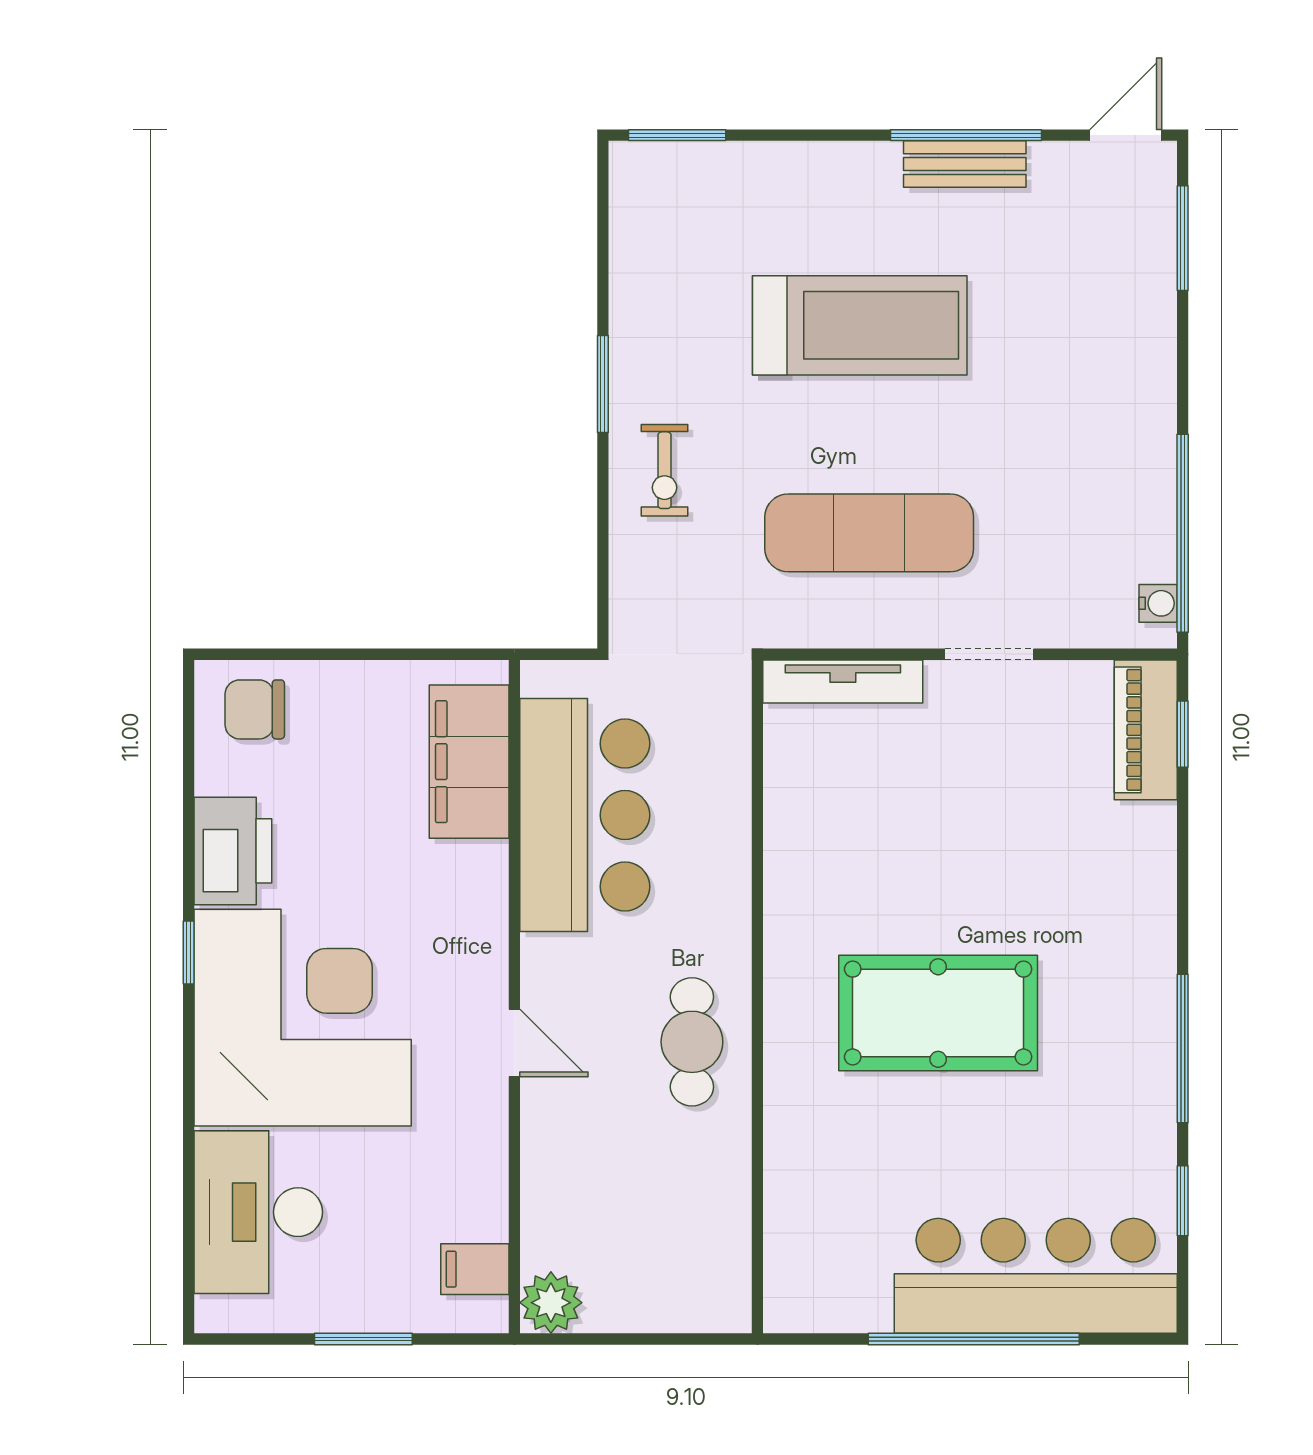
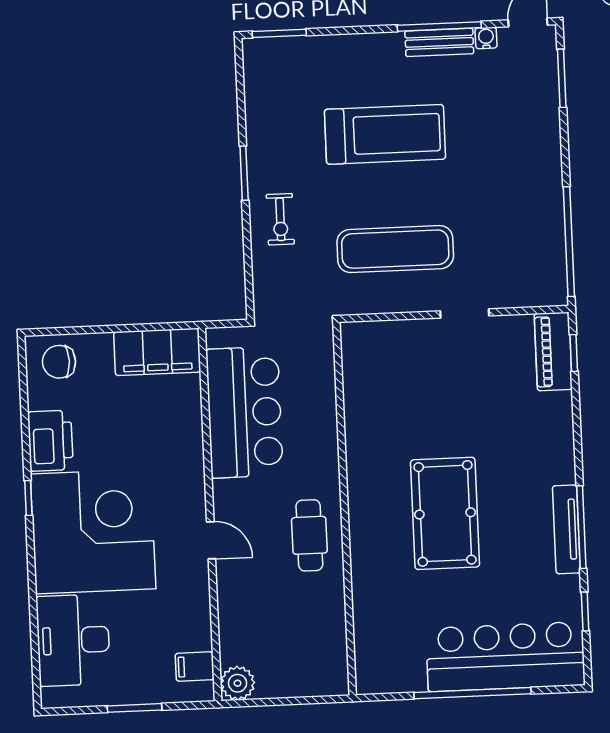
water cooler: (1158, 603) -> (486, 38), moved, turned -90
tv unit: (843, 681) -> (566, 529), moved, turned 90
filing cabinet: (469, 762) -> (157, 352), moved, turned -90
pool table: (938, 1013) -> (445, 513), turned 90

